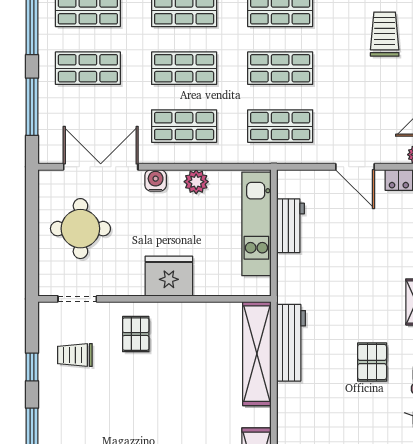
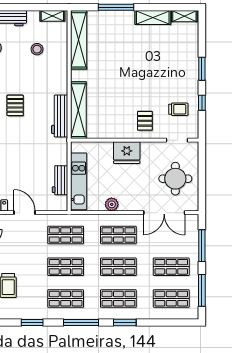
water cooler: (156, 180) -> (134, 205), removed

